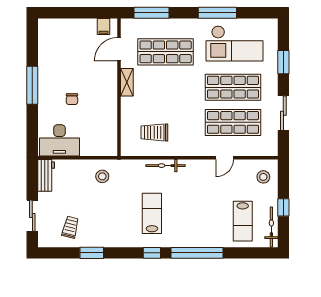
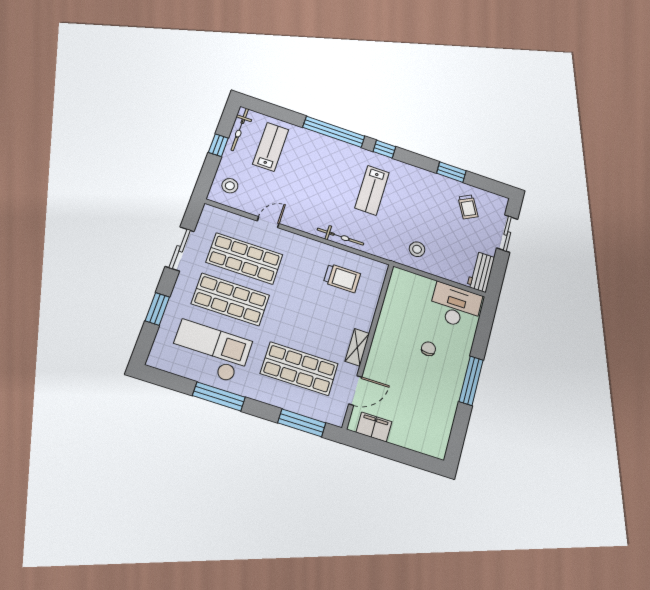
filing cabinet: (104, 27) -> (374, 427), width x2.00
trolley: (70, 227) -> (468, 207), turned -42

